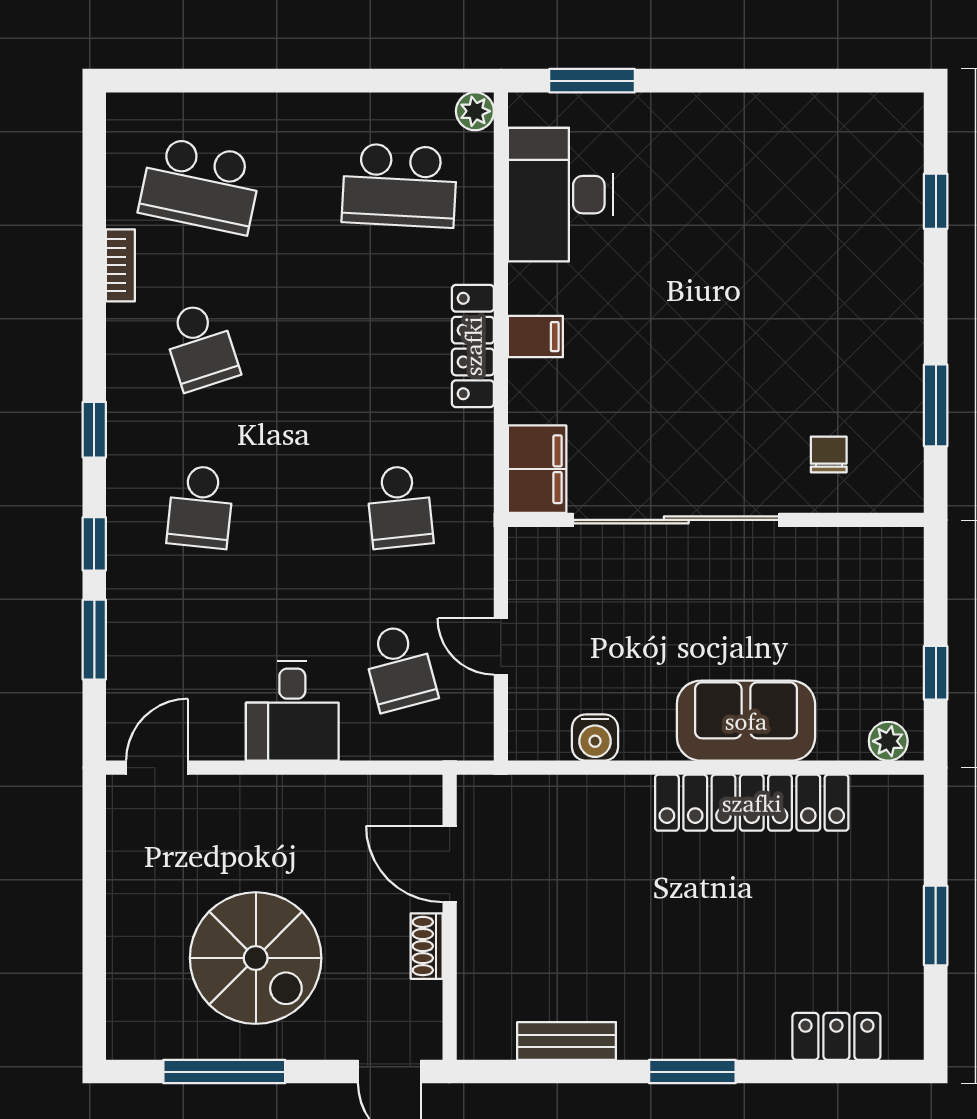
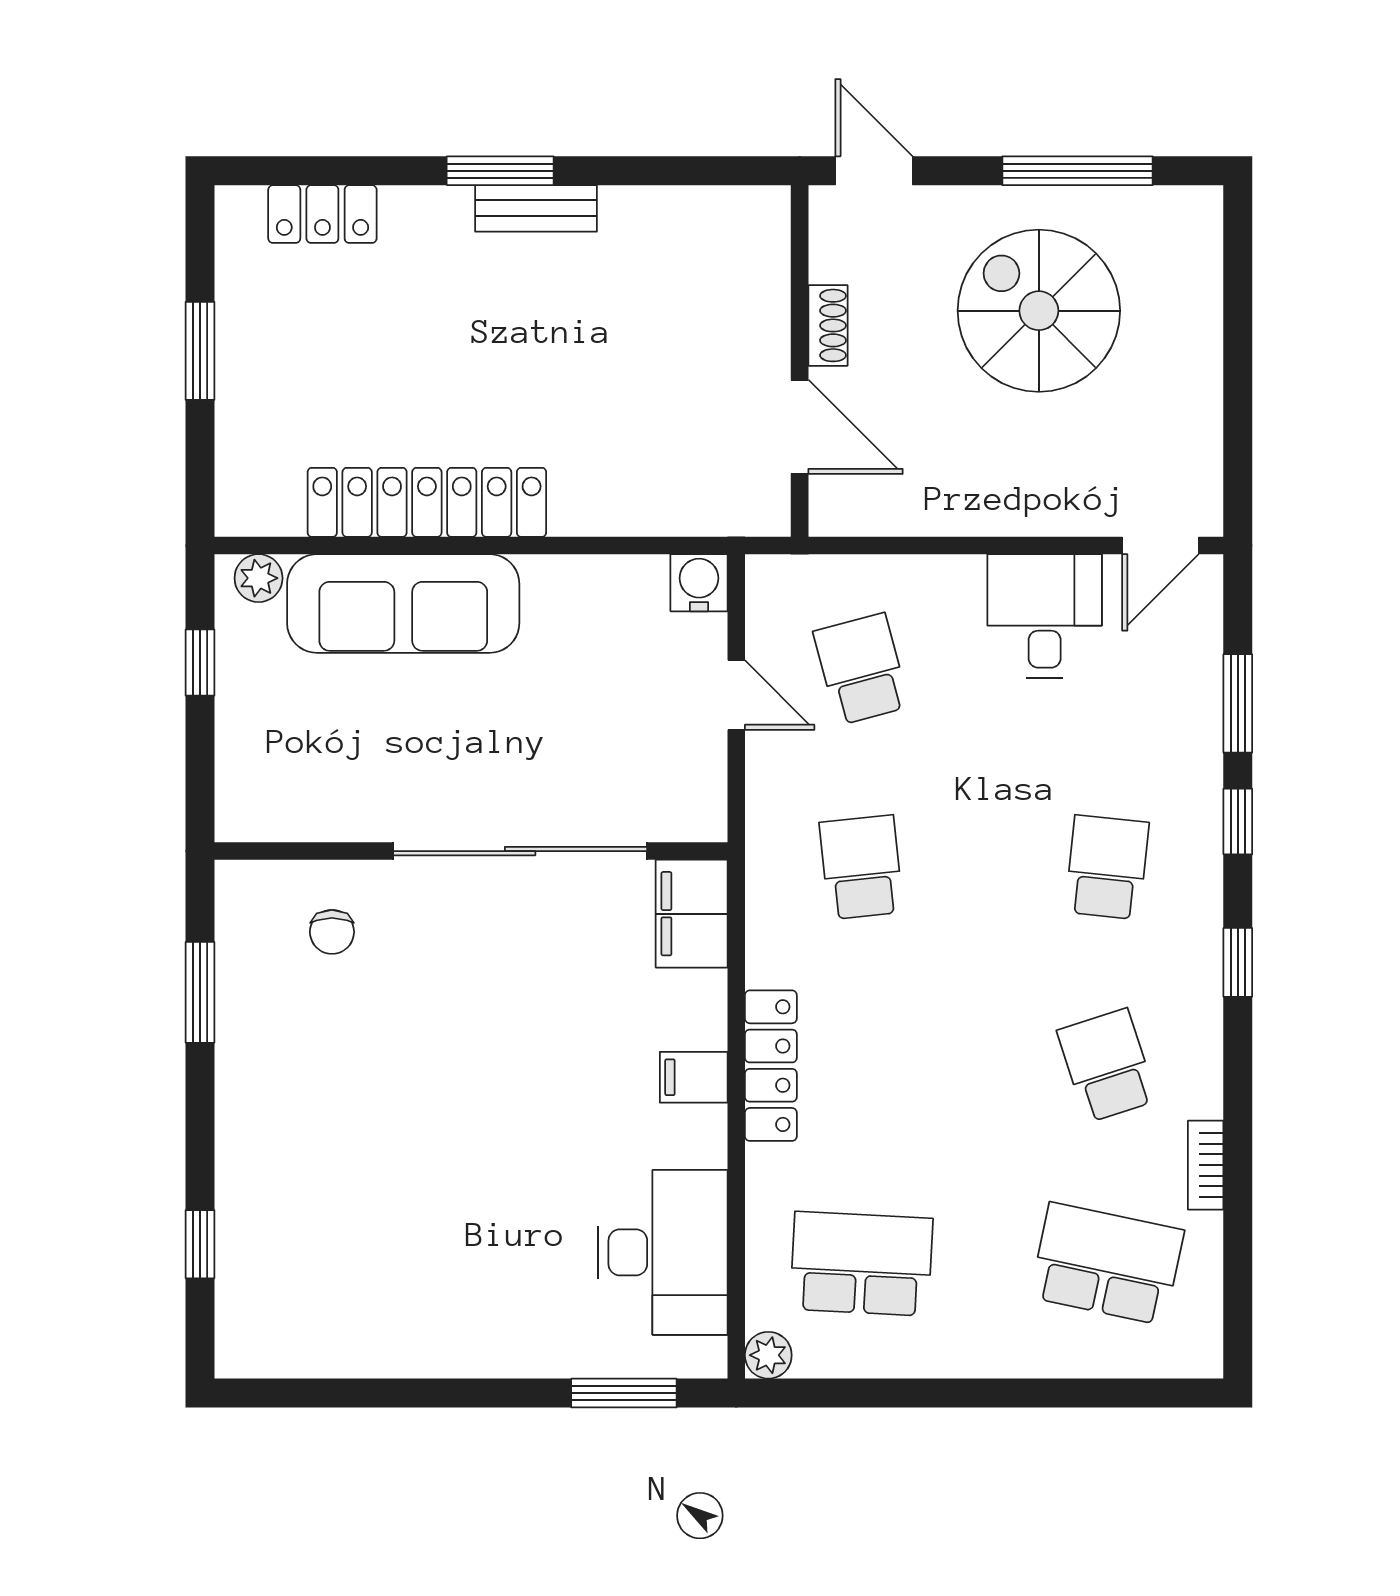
desk: (292, 711) -> (1045, 616), moved
sofa: (746, 721) -> (403, 603), width x1.36
water cooler: (595, 738) -> (699, 583), moved
bench: (567, 1041) -> (536, 208), moved

